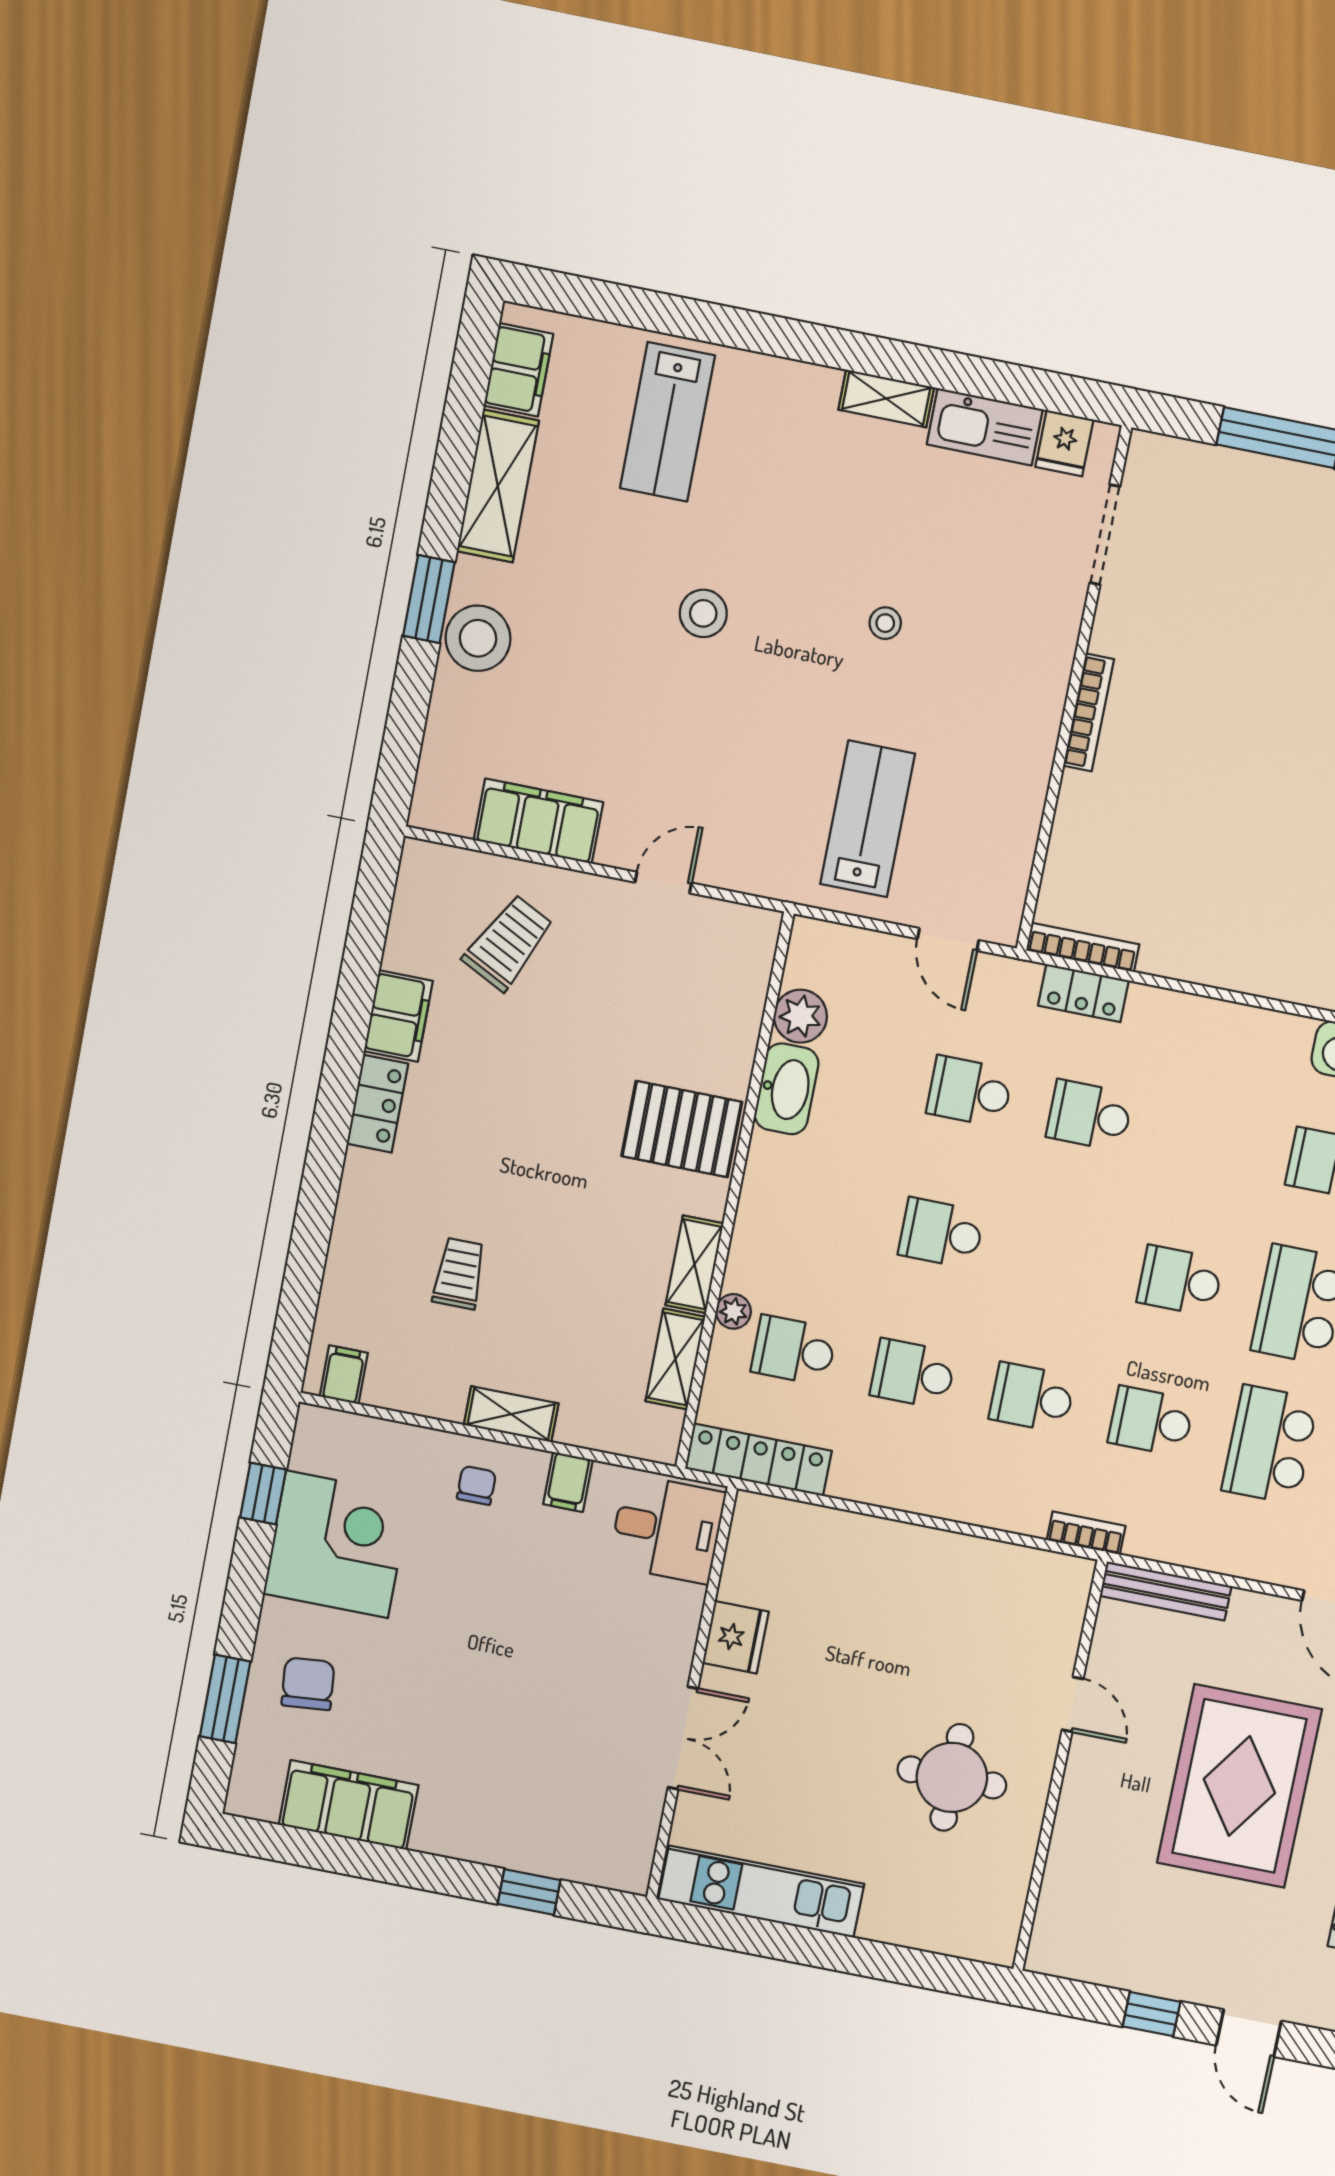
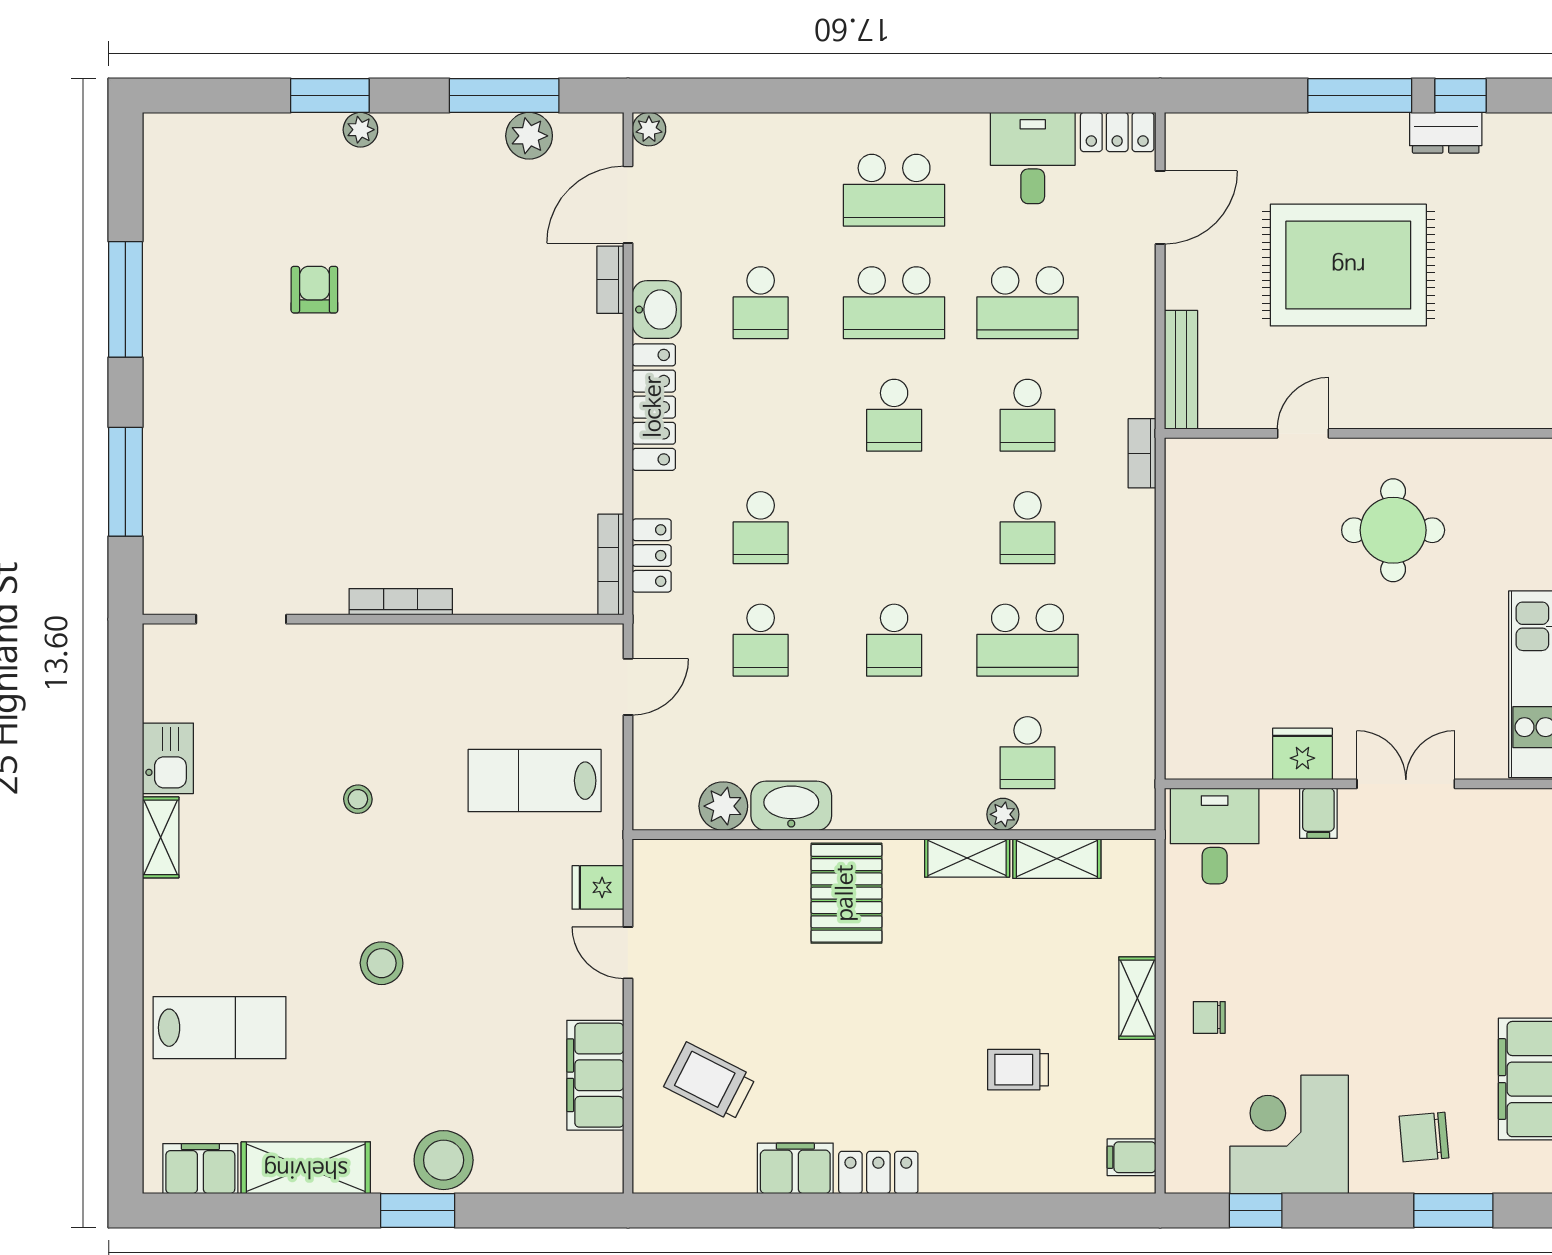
kitchen sink: (985, 427) -> (168, 758), width x0.73
fridge: (1064, 443) -> (598, 887), moved, turned 180
school desk: (913, 1374) -> (1027, 640), width x1.85
locker: (758, 1460) -> (654, 407), moved, turned 180
filing cabinet: (568, 1482) -> (1318, 813), moved, turned 90

